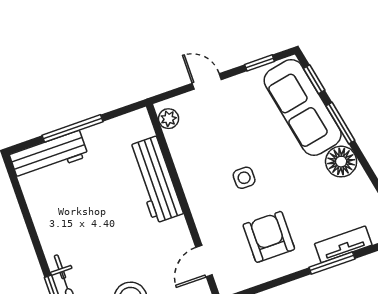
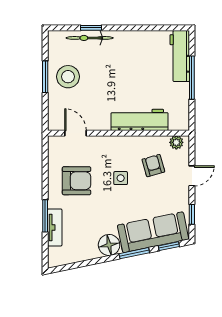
armchair: (211, 139) -> (153, 166), added

